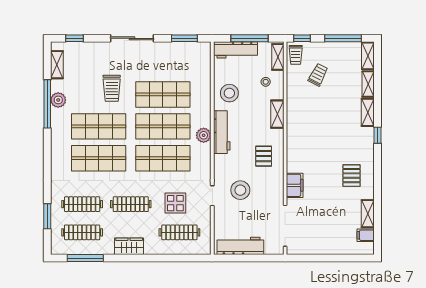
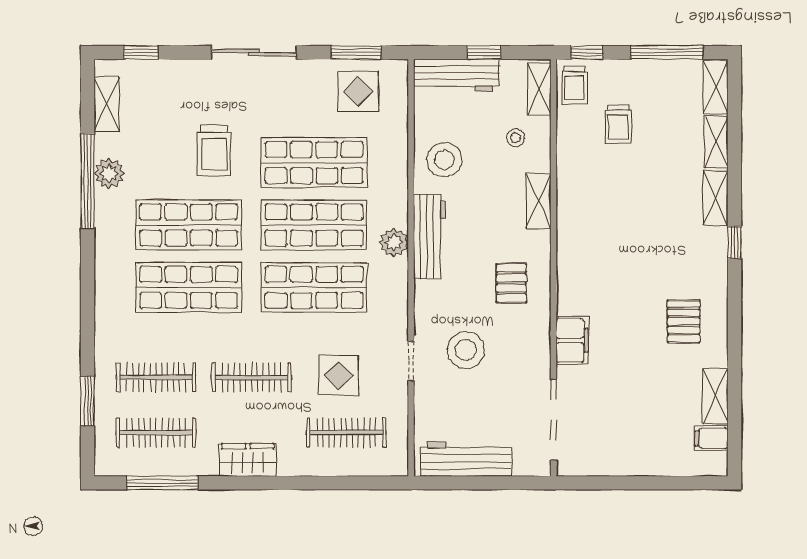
window: (250, 38) -> (484, 53), width x0.46
display table: (185, 58) -> (358, 91), added
trolley: (318, 75) -> (618, 124), turned 153

